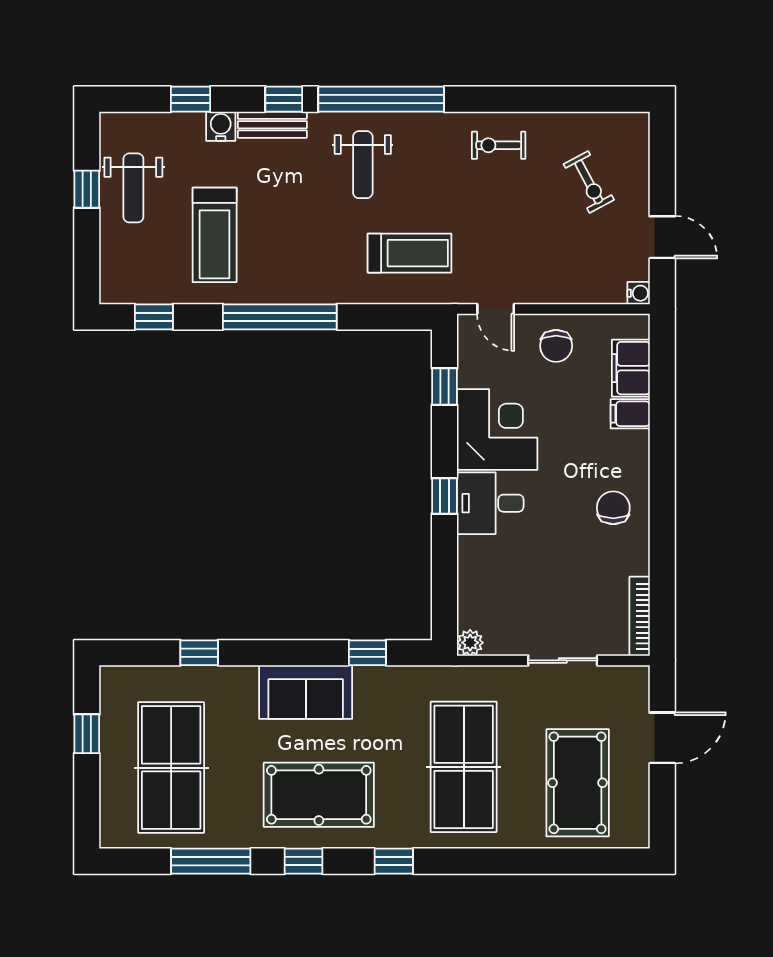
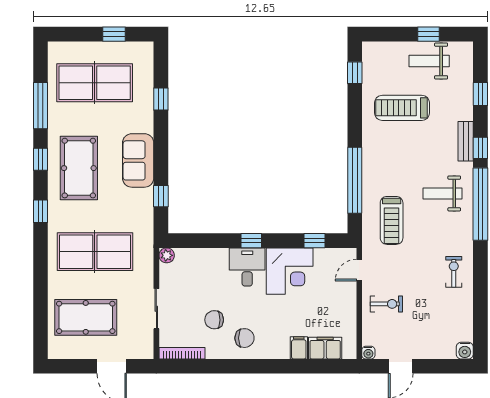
water cooler: (221, 126) -> (465, 351), moved, turned 90
exercise bike: (589, 182) -> (386, 304), moved, turned -152
window: (280, 317) -> (355, 180), moved
chair: (556, 346) -> (214, 320), moved

